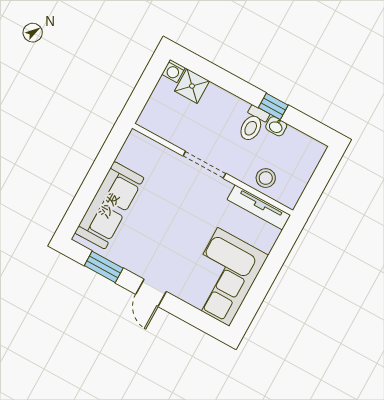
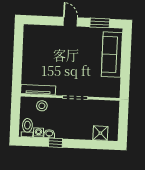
washing machine: (174, 71) -> (38, 133), moved
toilet: (253, 124) -> (27, 128), moved
corner sofa: (224, 277) -> (39, 47), removed

